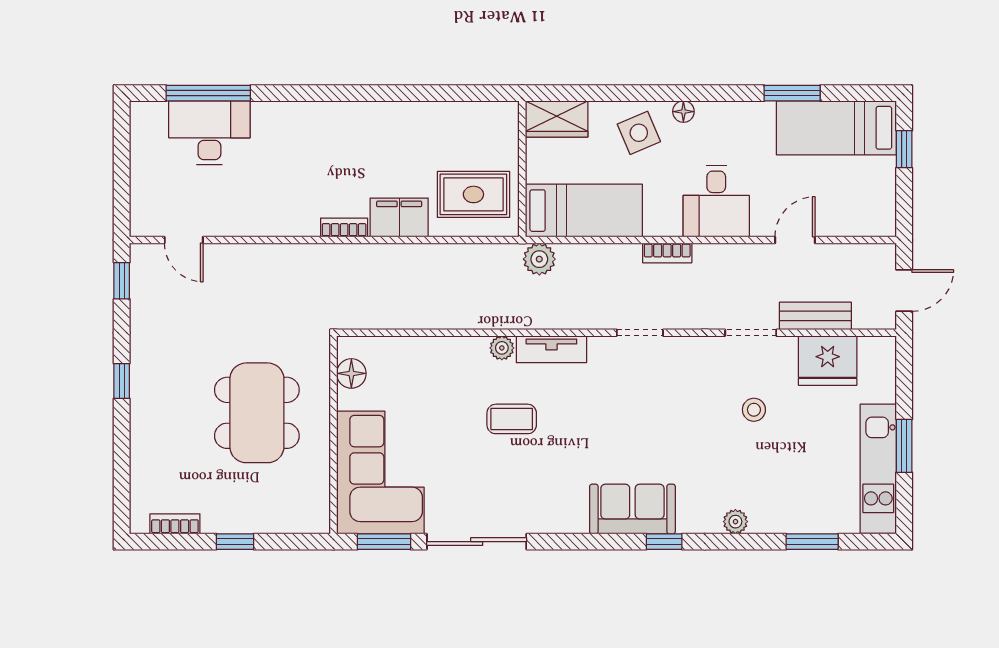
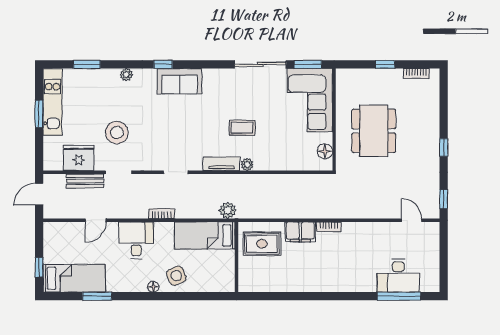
wardrobe: (557, 119) -> (219, 283), removed
stool: (754, 410) -> (117, 133), width x1.89, depth x1.89

